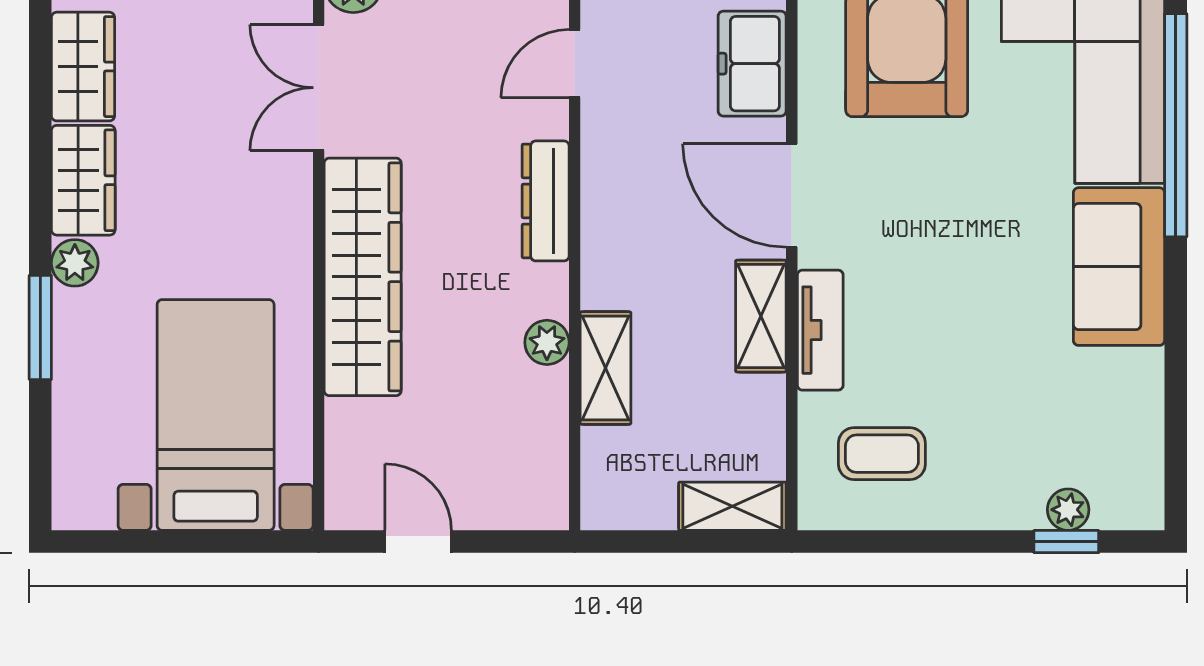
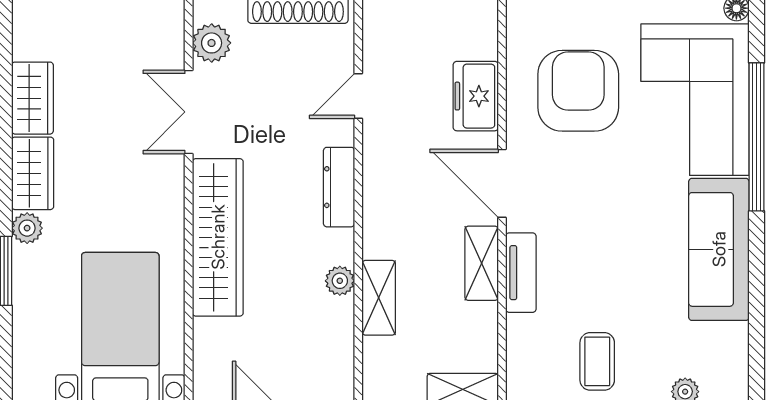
sofa: (1119, 267) -> (719, 249), width x1.36
coffee table: (882, 454) -> (597, 361), moved, turned 90

